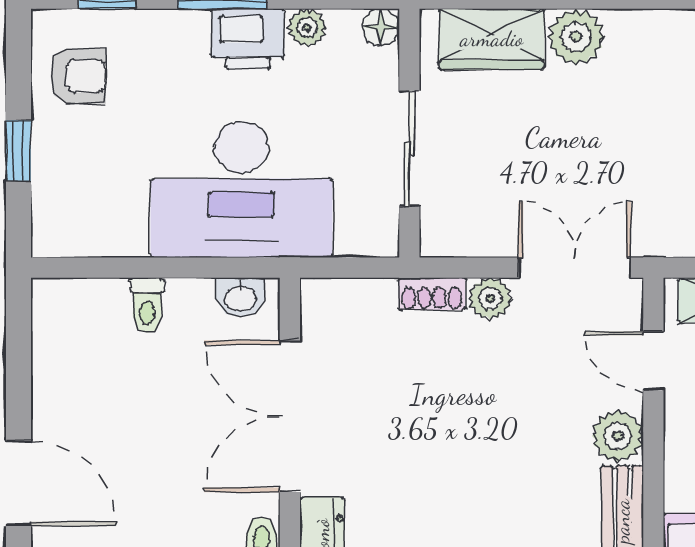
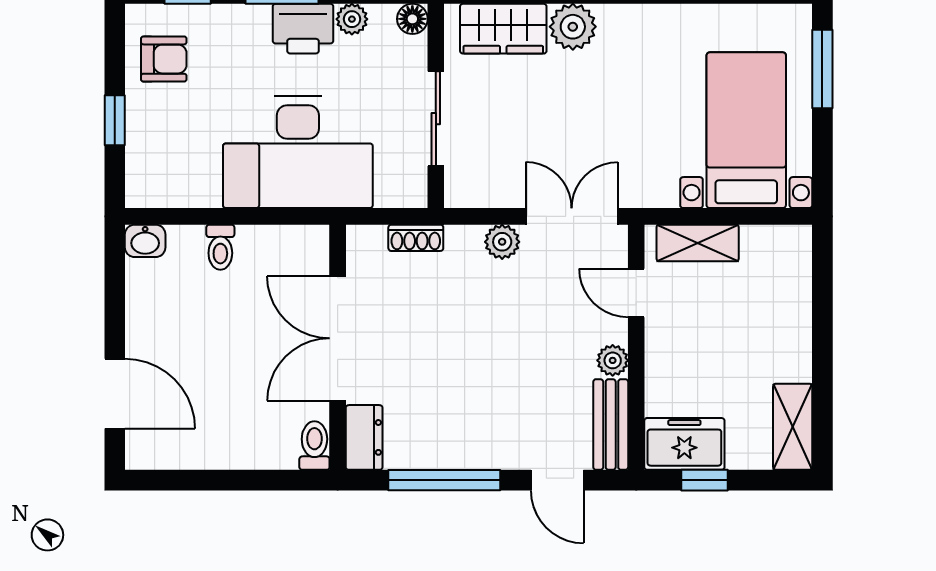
shoe rack: (432, 294) -> (416, 238), moved
washbasin: (240, 297) -> (145, 241), moved
plant: (618, 436) -> (613, 360), width x0.73, depth x0.73

